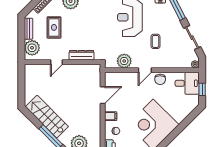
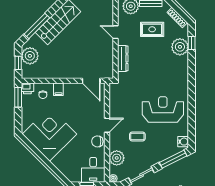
plant: (124, 61) -> (117, 158), moved
door: (145, 70) -> (107, 125), swing flipped
door: (103, 95) -> (91, 81), moved

